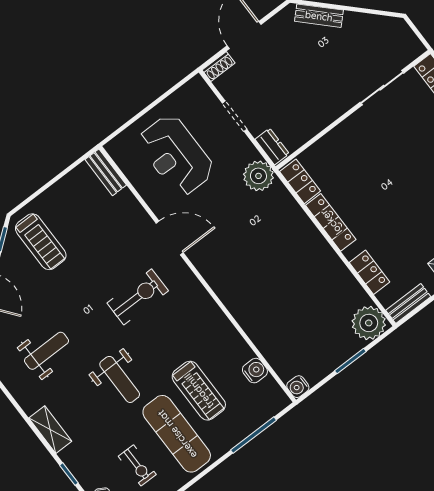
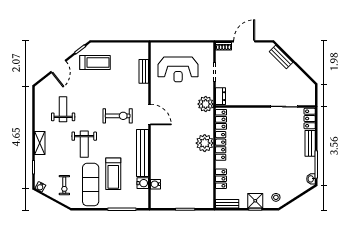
reception desk: (176, 155) -> (178, 69), turned -90
bench: (106, 172) -> (144, 71), moved
door: (170, 238) -> (149, 115), moved
treadmill: (41, 242) -> (95, 63), turned -90
plant: (369, 323) -> (205, 143), moved
bench: (219, 325) -> (142, 153), added
weight bench: (46, 351) -> (63, 109), turned -90
water cooler: (298, 387) -> (155, 184), moved

